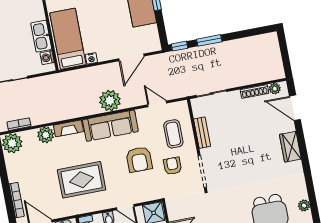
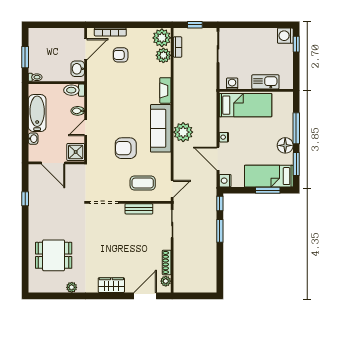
kitchen sink: (41, 36) -> (265, 82), moved
nightstand: (154, 45) -> (225, 181), added
nightstand: (91, 58) -> (224, 137), moved
door: (157, 104) -> (172, 189), moved
plant: (46, 135) -> (163, 55), moved
armchair: (173, 166) -> (121, 55), moved, turned 180
rug: (82, 180) -> (117, 93), removed
plant: (304, 205) -> (72, 287), moved

